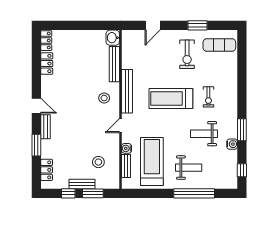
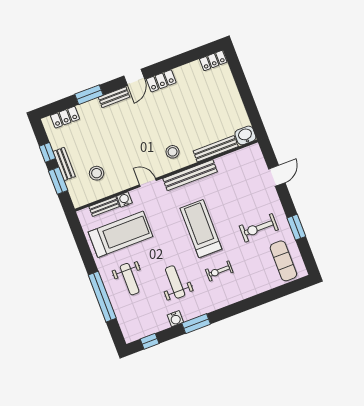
door: (153, 25) -> (277, 176), swing flipped
locker: (47, 64) -> (161, 81), moved

